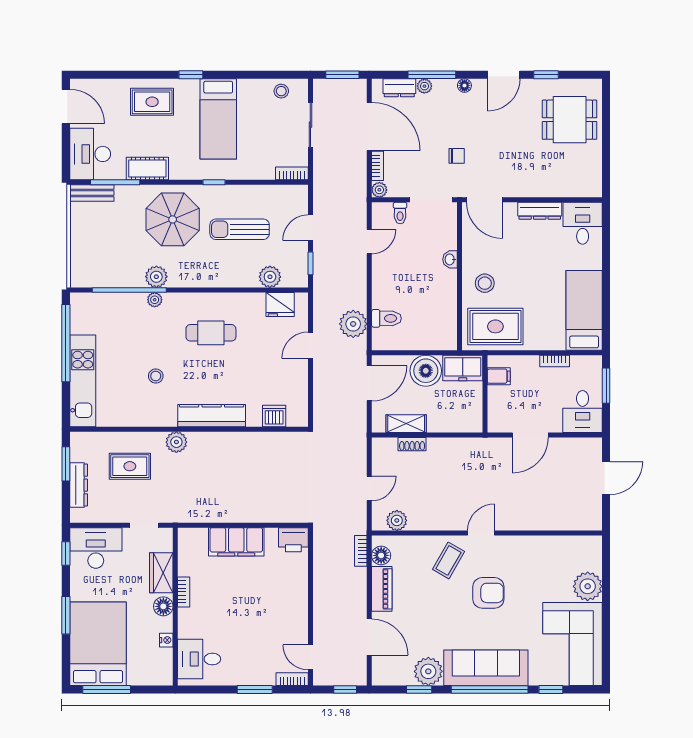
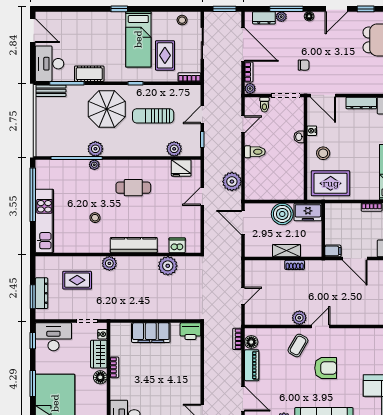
rug: (152, 102) -> (165, 55), moved, turned 90
nightstand: (468, 251) -> (312, 131), added
toilet: (386, 318) -> (255, 152), moved
filing cabinet: (499, 376) -> (333, 251), moved
door: (369, 383) -> (243, 223), swing flipped
shelving: (406, 424) -> (286, 251), moved
door: (530, 435) -> (355, 259), hinge flipped
shoe rack: (412, 444) -> (295, 265), moved
plant: (261, 445) -> (168, 266), added
window: (66, 464) -> (33, 297), moved
plant: (397, 520) -> (299, 318), moved
nightstand: (166, 640) -> (102, 334), moved

